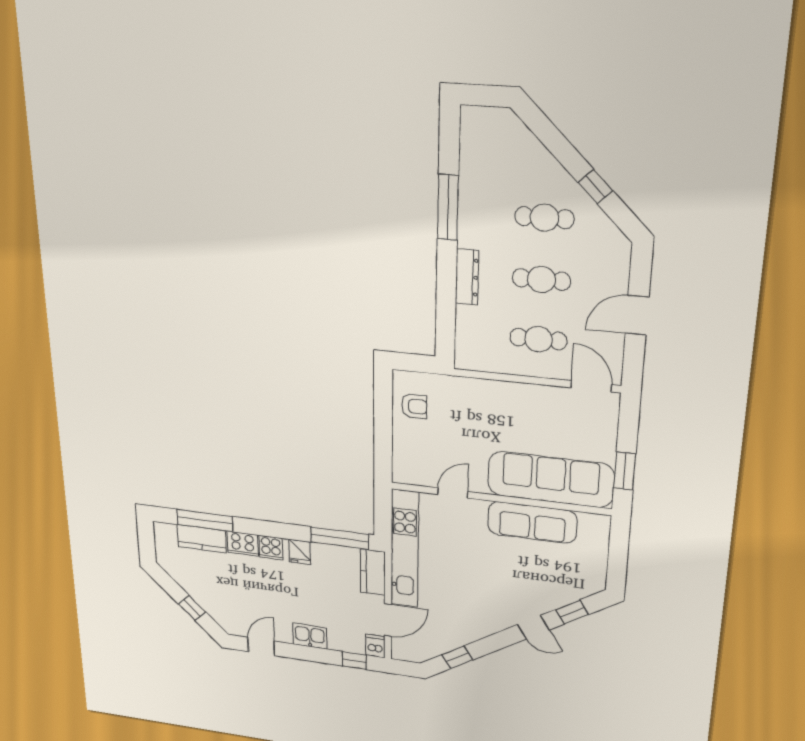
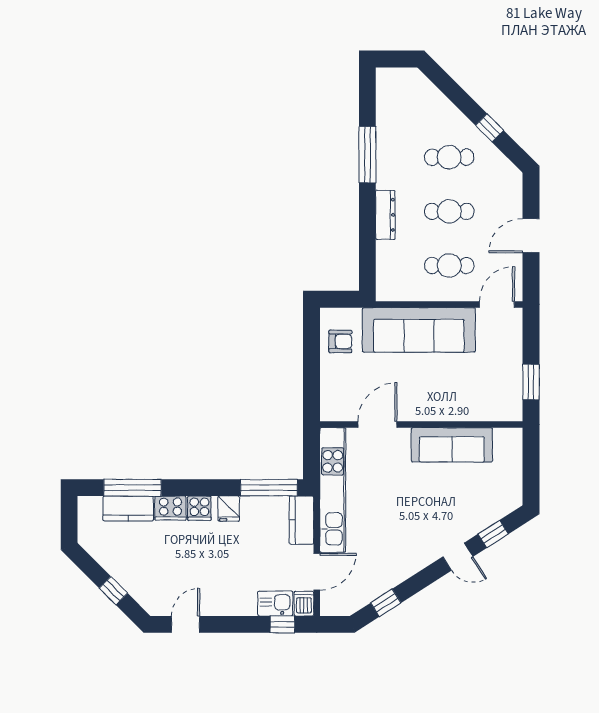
door: (591, 386) -> (497, 304), hinge flipped
sofa: (551, 480) -> (419, 330), moved, turned 180
door: (453, 493) -> (377, 425), width x1.38
kitchen sink: (310, 636) -> (275, 603), moved

